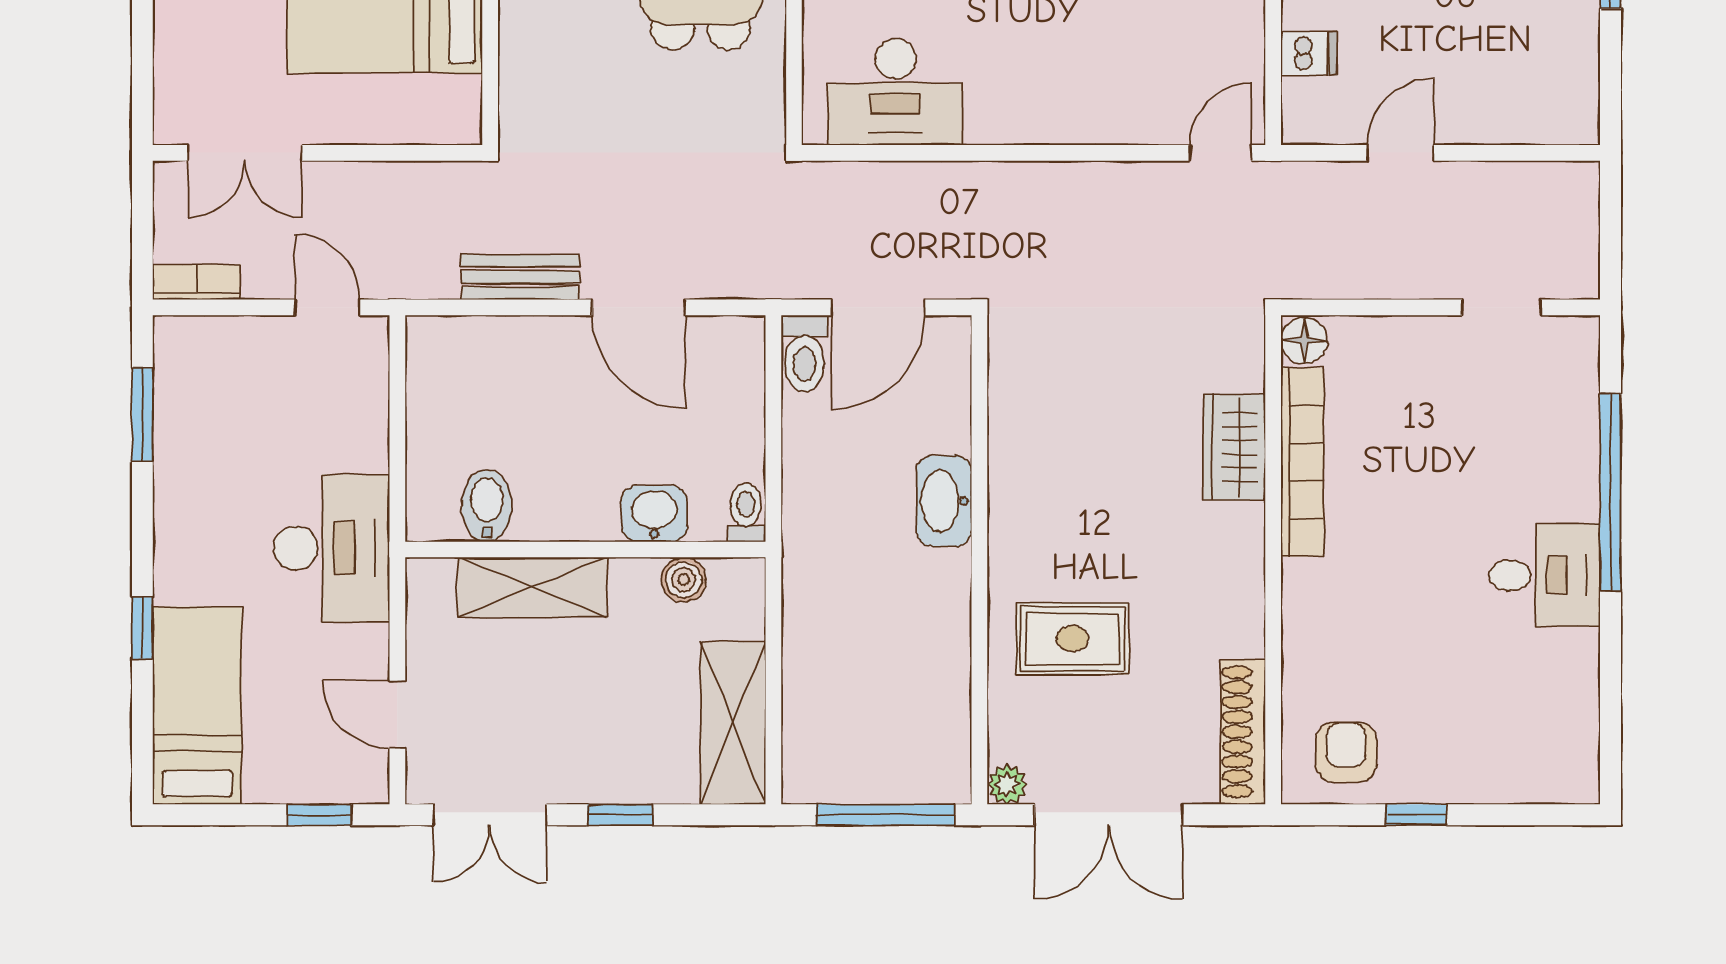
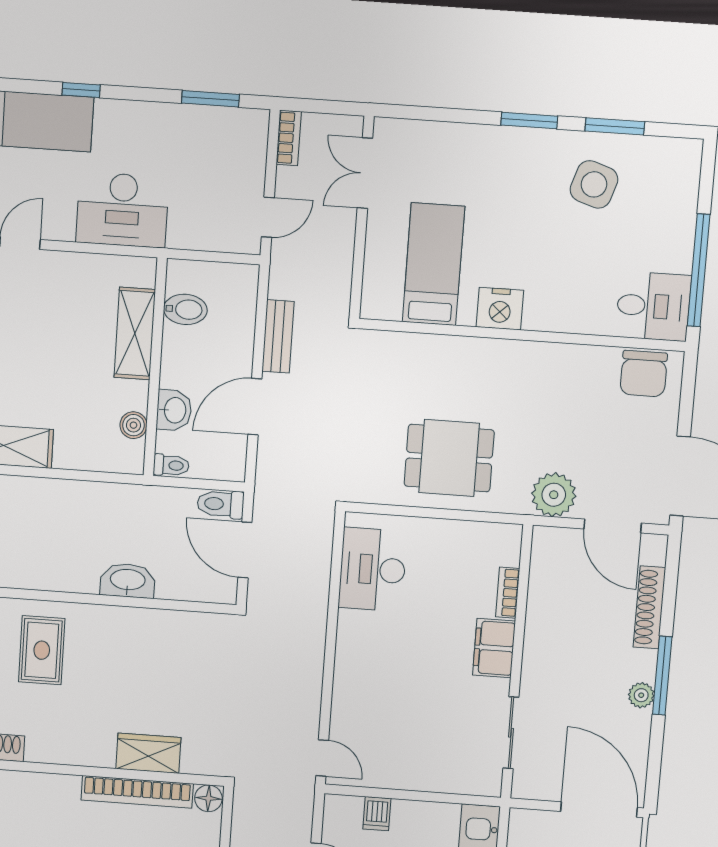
bidet: (487, 506) -> (185, 309), moved
toilet: (746, 512) -> (171, 465), moved
washbasin: (654, 514) -> (174, 410), moved
wall: (585, 549) -> (155, 367), moved
boiler: (684, 580) -> (133, 425), moved
shelving: (532, 587) -> (135, 333), moved

